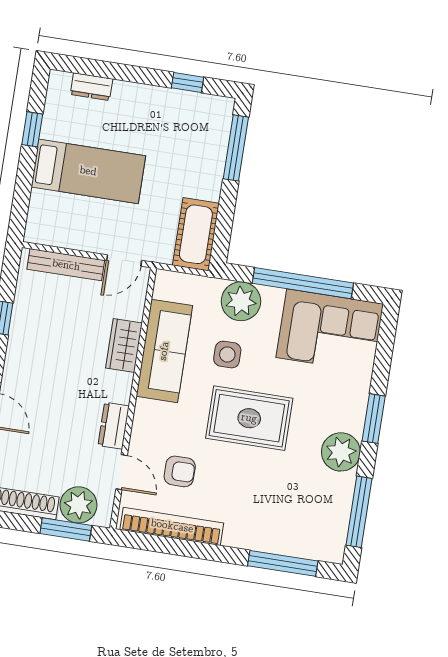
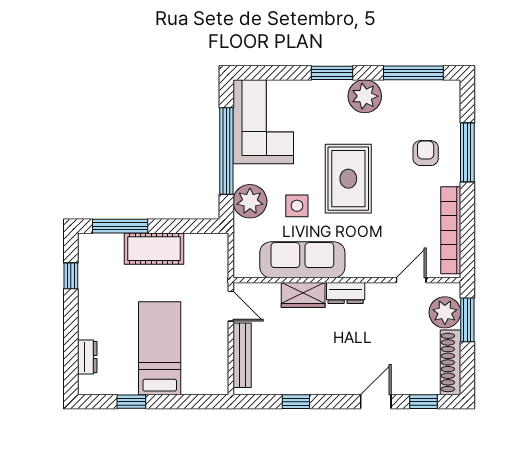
cot: (196, 234) -> (154, 249), moved
dresser: (114, 426) -> (346, 293), moved
armchair: (180, 471) -> (426, 153), moved
window: (283, 563) -> (467, 152), moved

